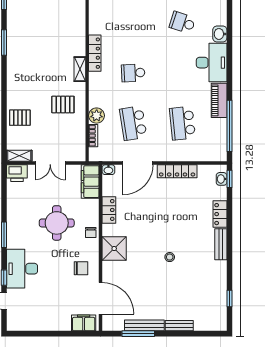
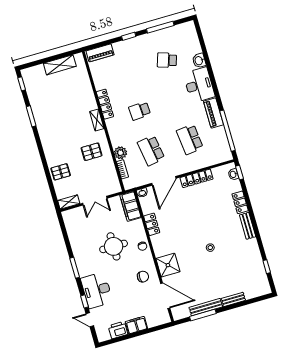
printer: (17, 173) -> (118, 330), moved, turned 180
shower: (114, 249) -> (168, 265), moved
filing cabinet: (84, 323) -> (136, 325), moved

